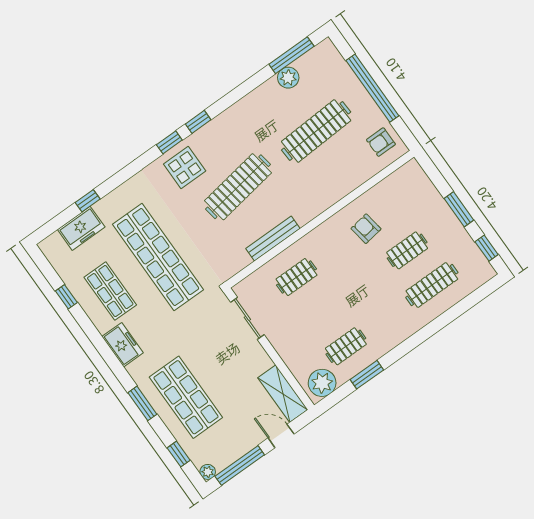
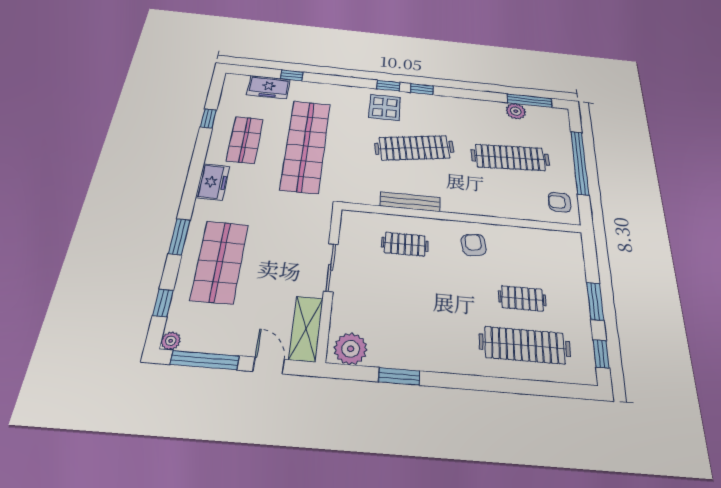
armchair: (366, 229) -> (474, 245), moved
clothes rail: (432, 285) -> (525, 345), width x1.37, depth x1.31
sliding door: (247, 318) -> (331, 267), moved
clothes rail: (346, 346) -> (401, 334), removed

